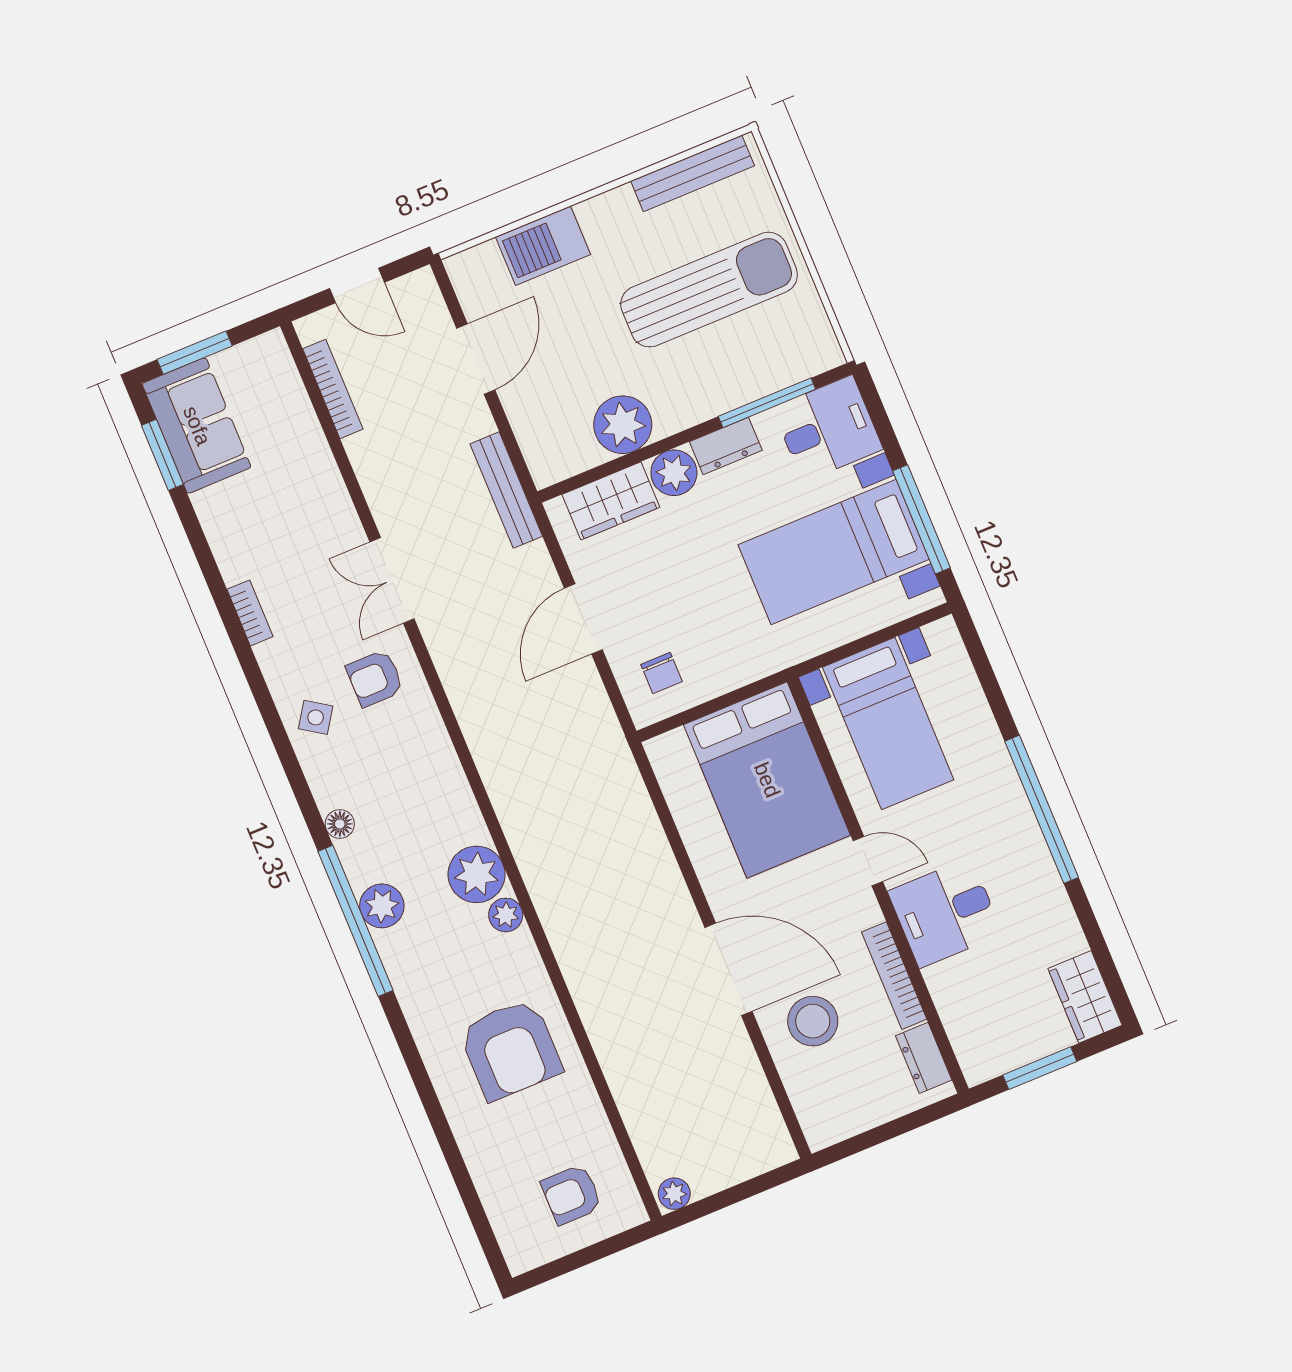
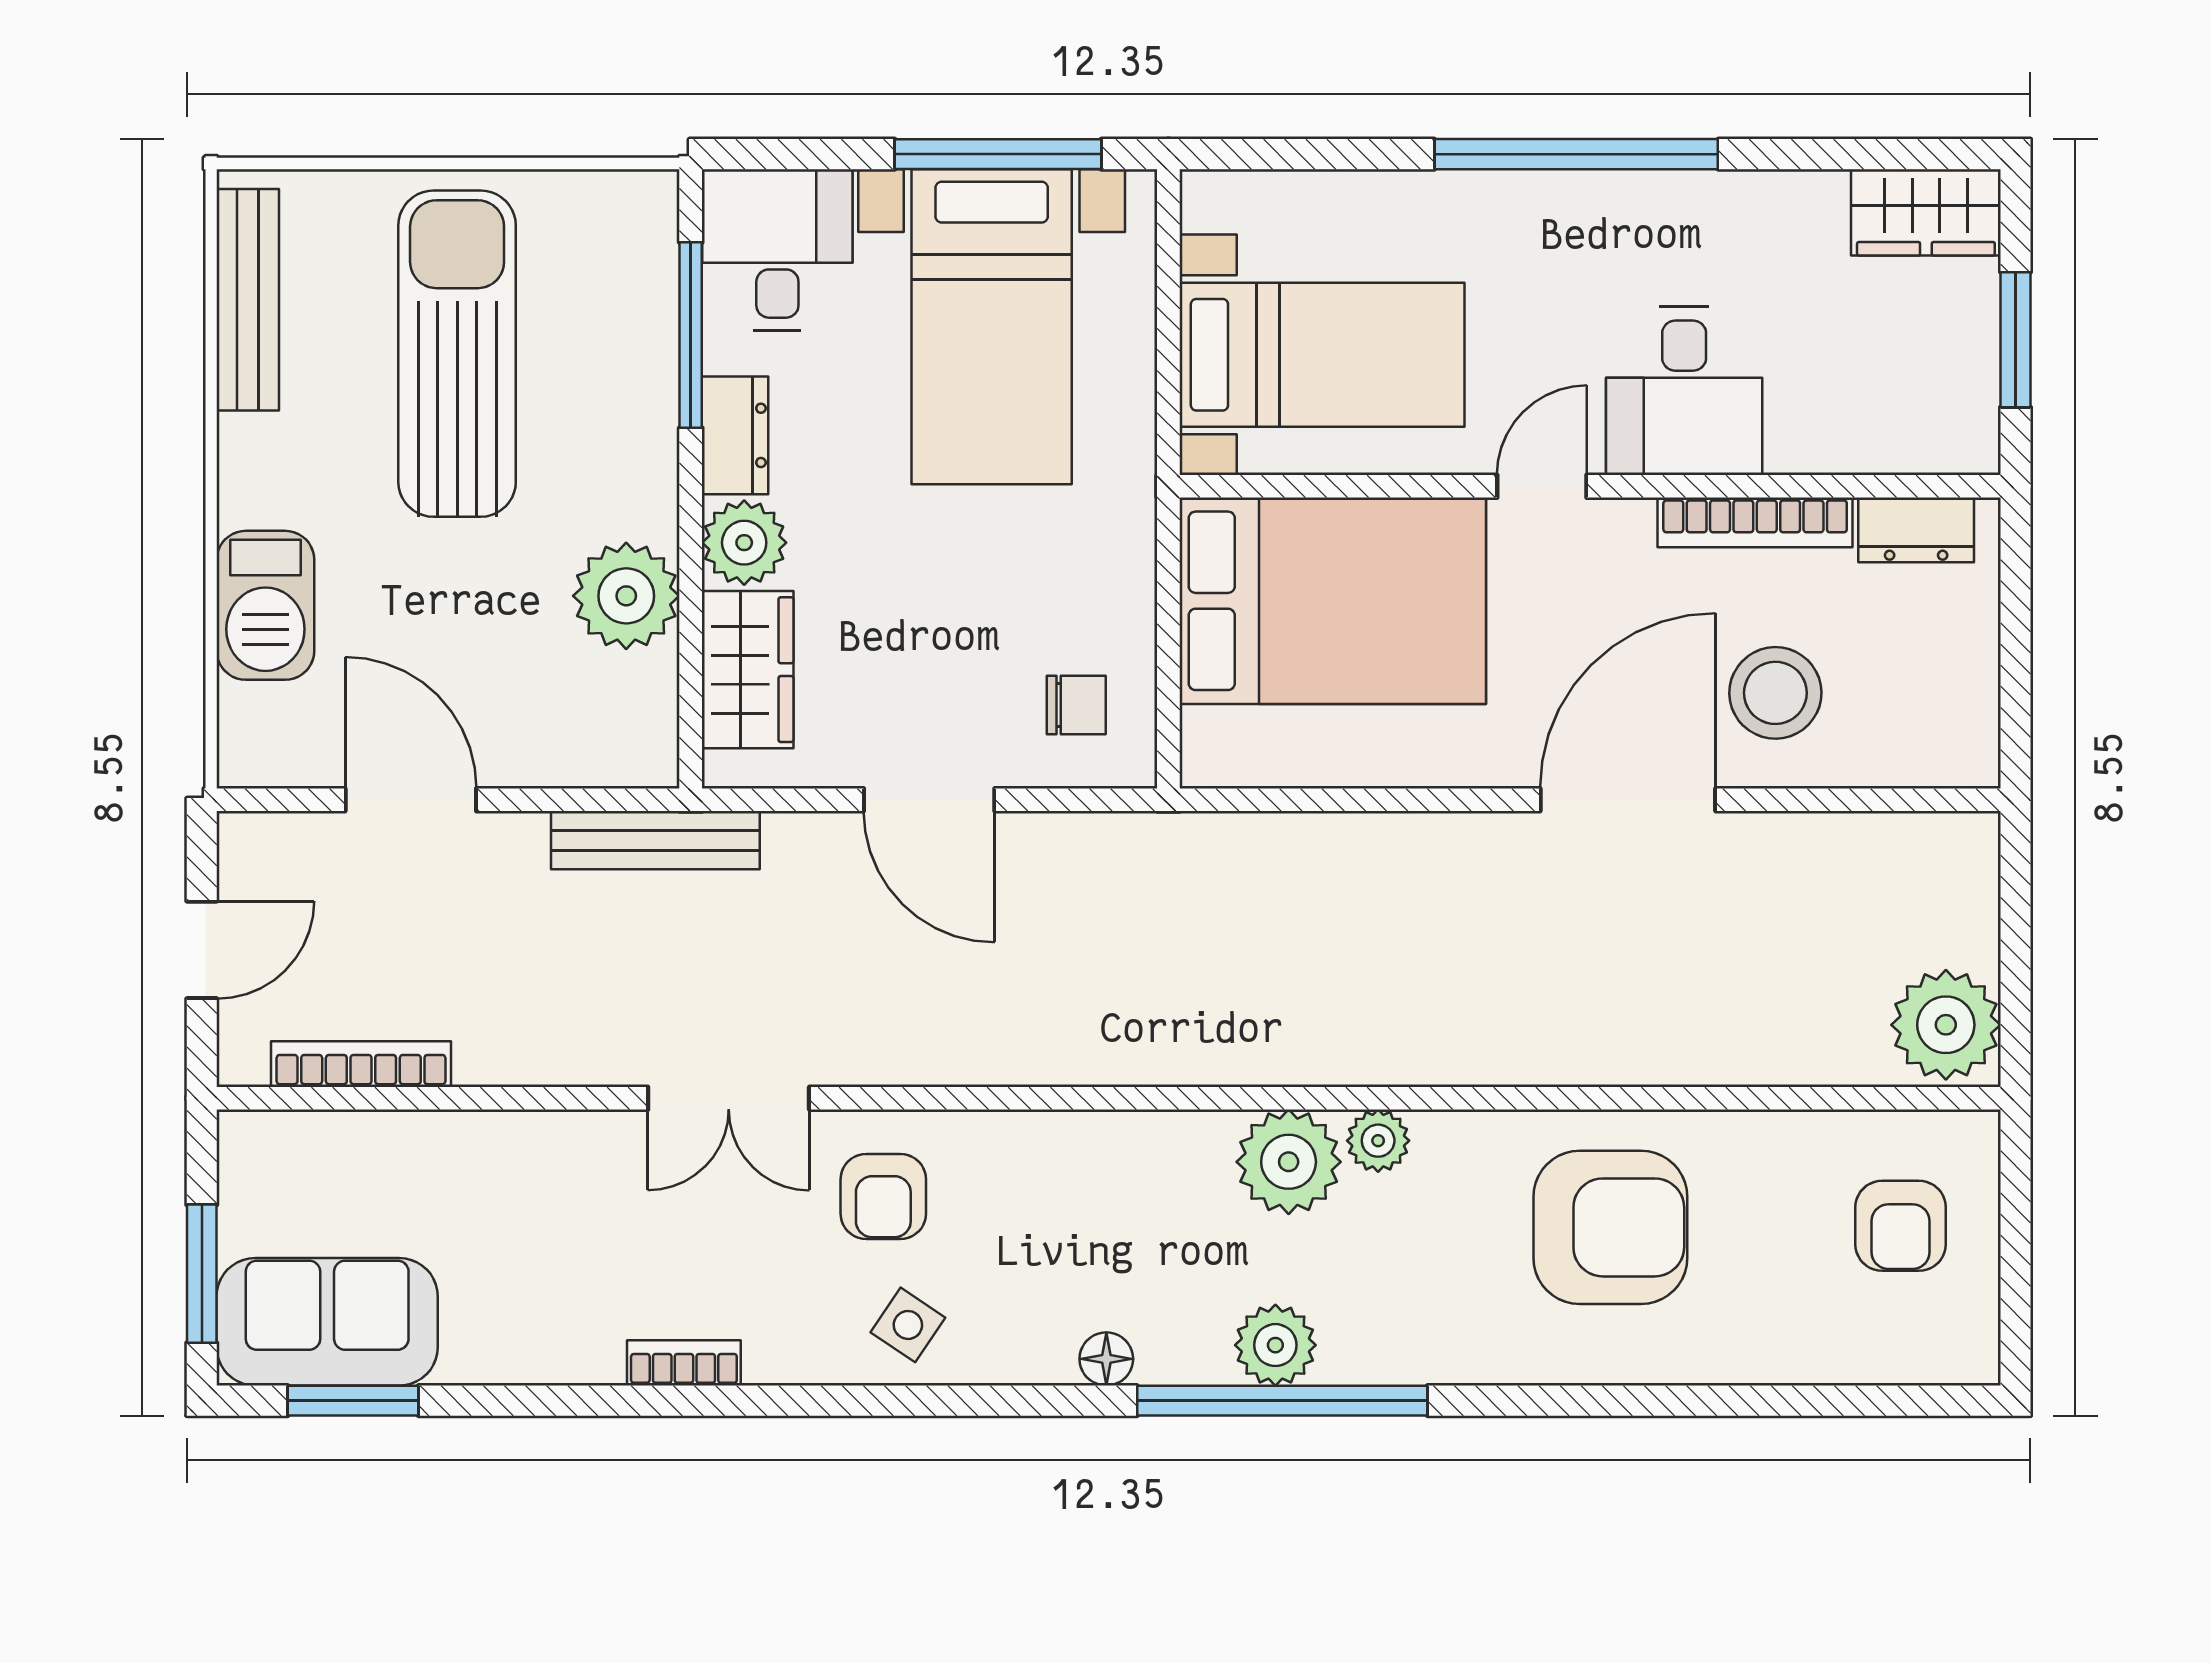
plant: (674, 1194) -> (1946, 1025), width x1.88, depth x1.88

